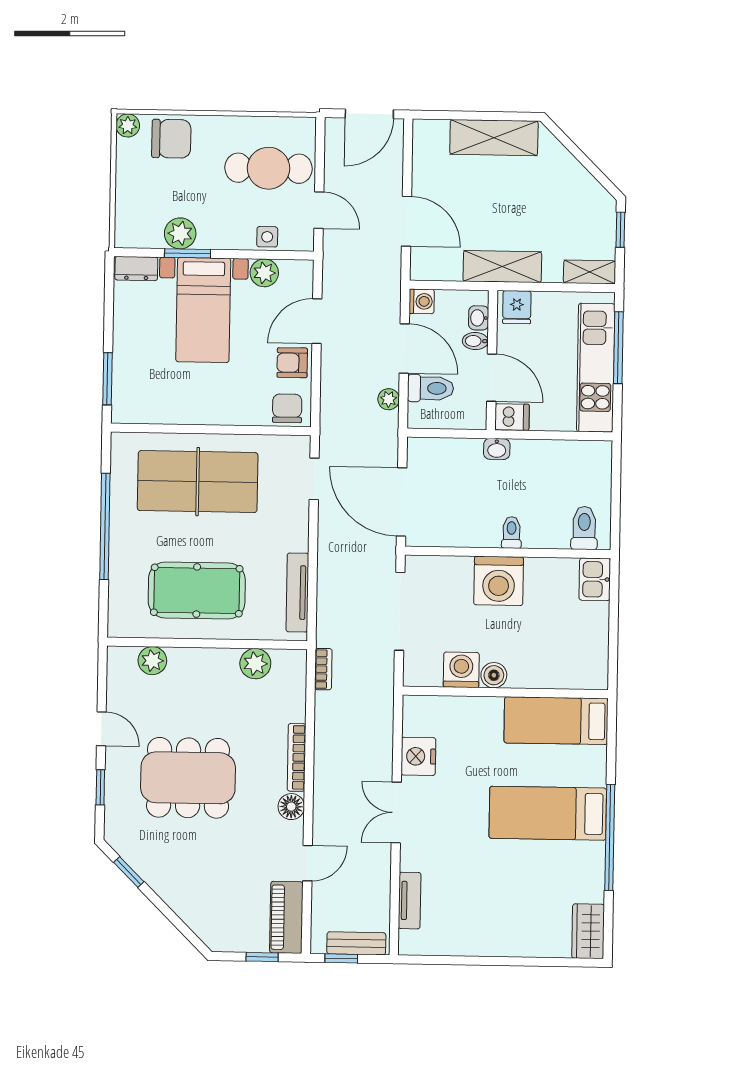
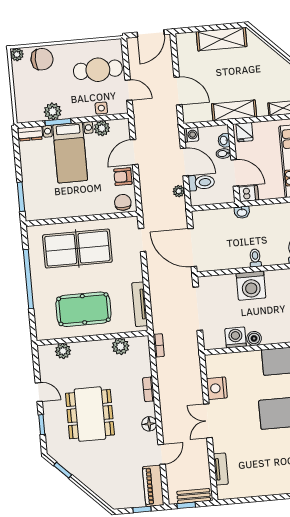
bookcase: (297, 757) -> (149, 389), width x0.64
dining table: (188, 778) -> (90, 414), turned 90

